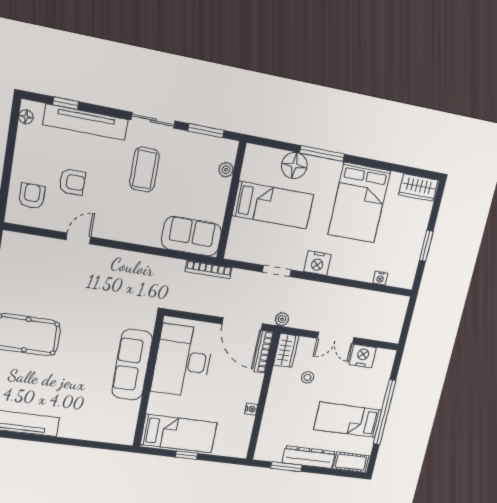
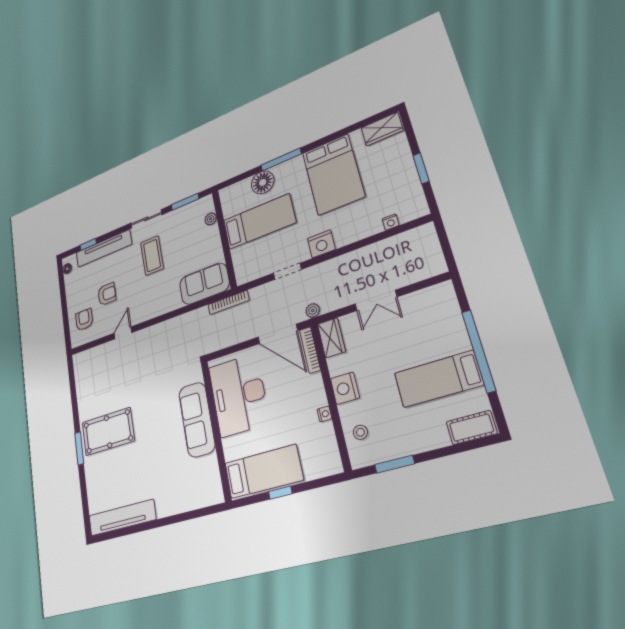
nightstand: (363, 356) -> (345, 388), moved, turned -90
stool: (307, 377) -> (360, 432), moved
dresser: (309, 457) -> (415, 442), removed

